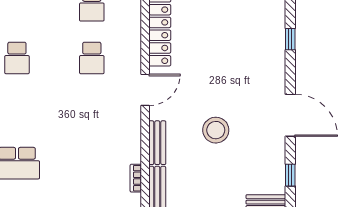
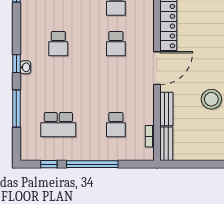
door: (145, 90) -> (157, 68), width x1.36
school desk: (92, 163) -> (116, 125), added

